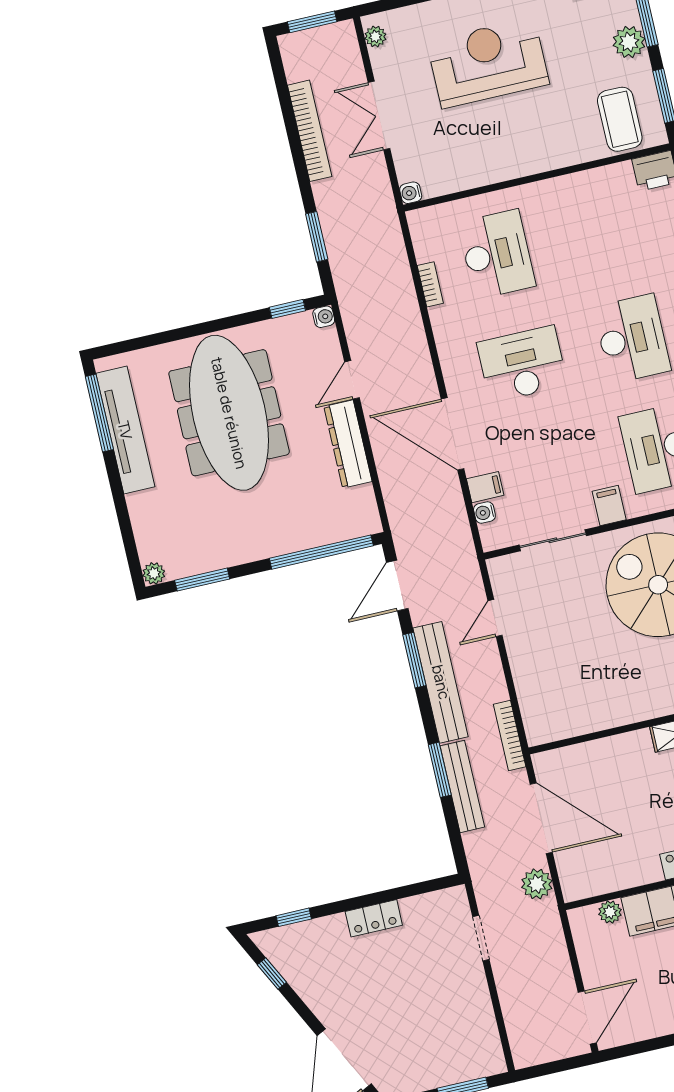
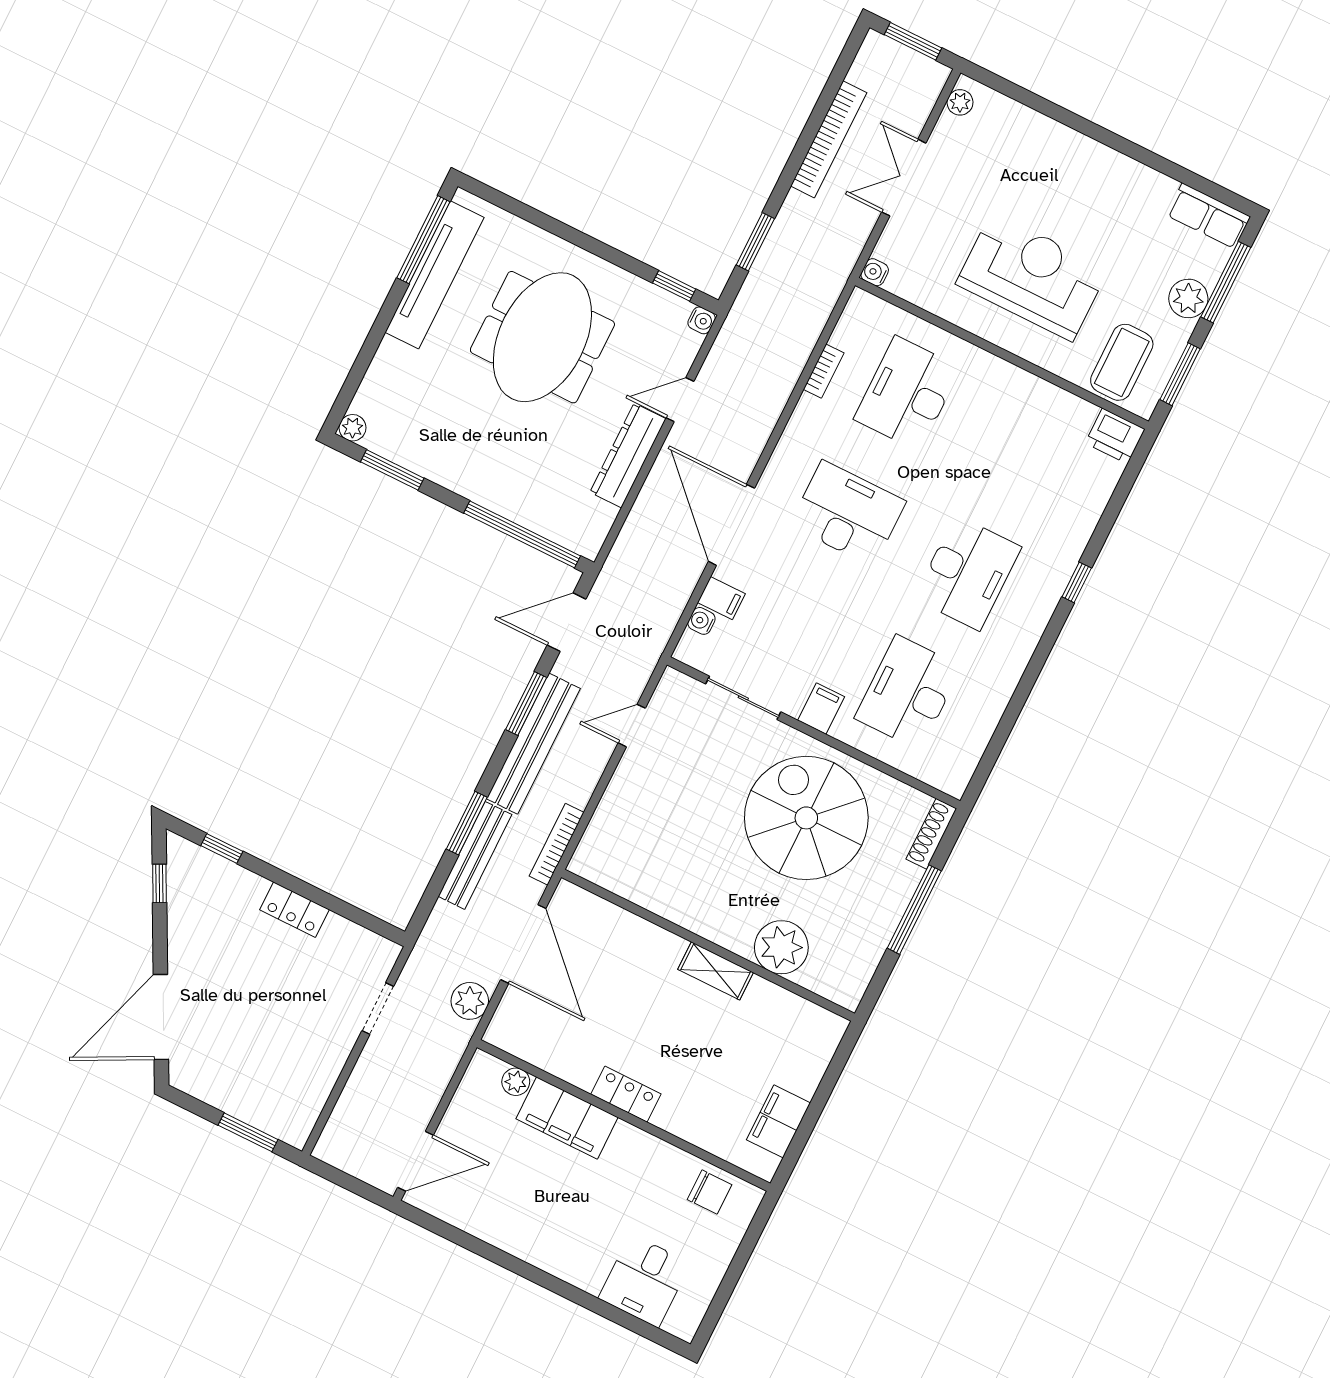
reception desk: (488, 63) -> (1032, 276), moved
desk: (497, 254) -> (907, 394), turned 180
meeting table: (229, 413) -> (542, 337), width x0.73

